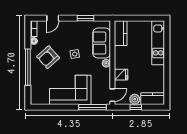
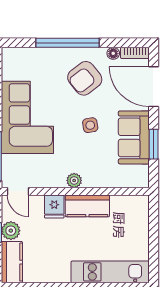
door: (53, 18) -> (154, 87), width x1.88
kitchen counter: (121, 33) -> (87, 206), moved
sofa: (102, 43) -> (134, 137), moved, turned -90
armchair: (48, 57) -> (85, 78), turned -86

